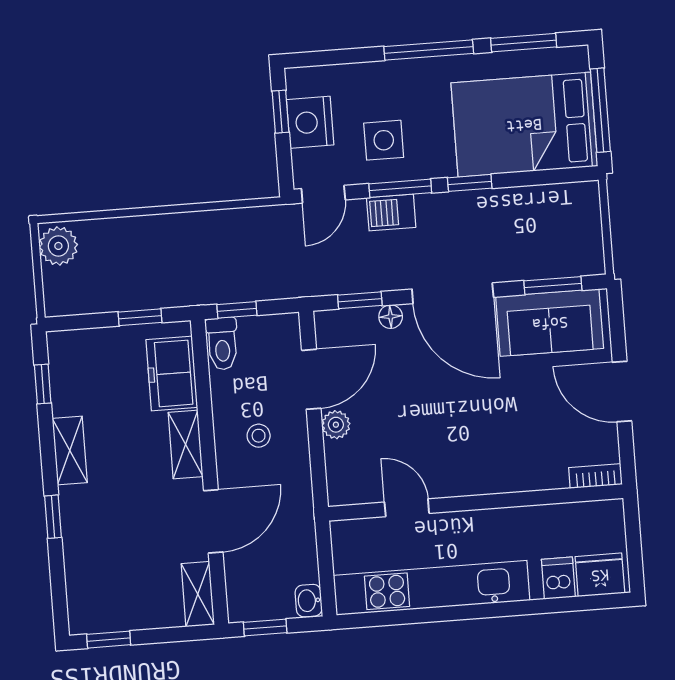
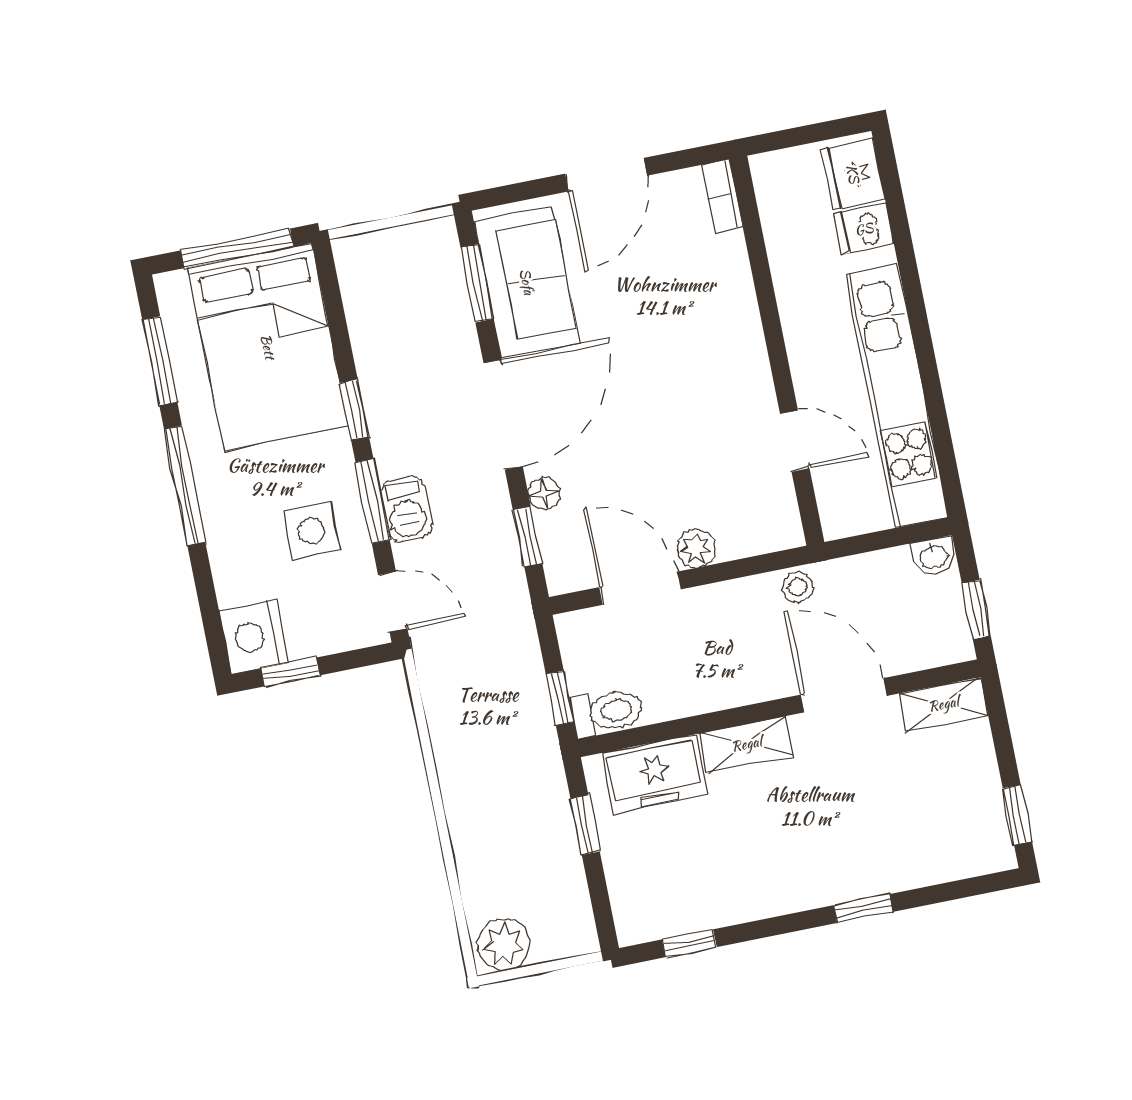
nightstand: (310, 122) -> (254, 637), moved, turned 90
stool: (259, 436) -> (798, 587), moved
shelving: (70, 451) -> (773, 897), removed
door: (407, 508) -> (795, 441), swing flipped

